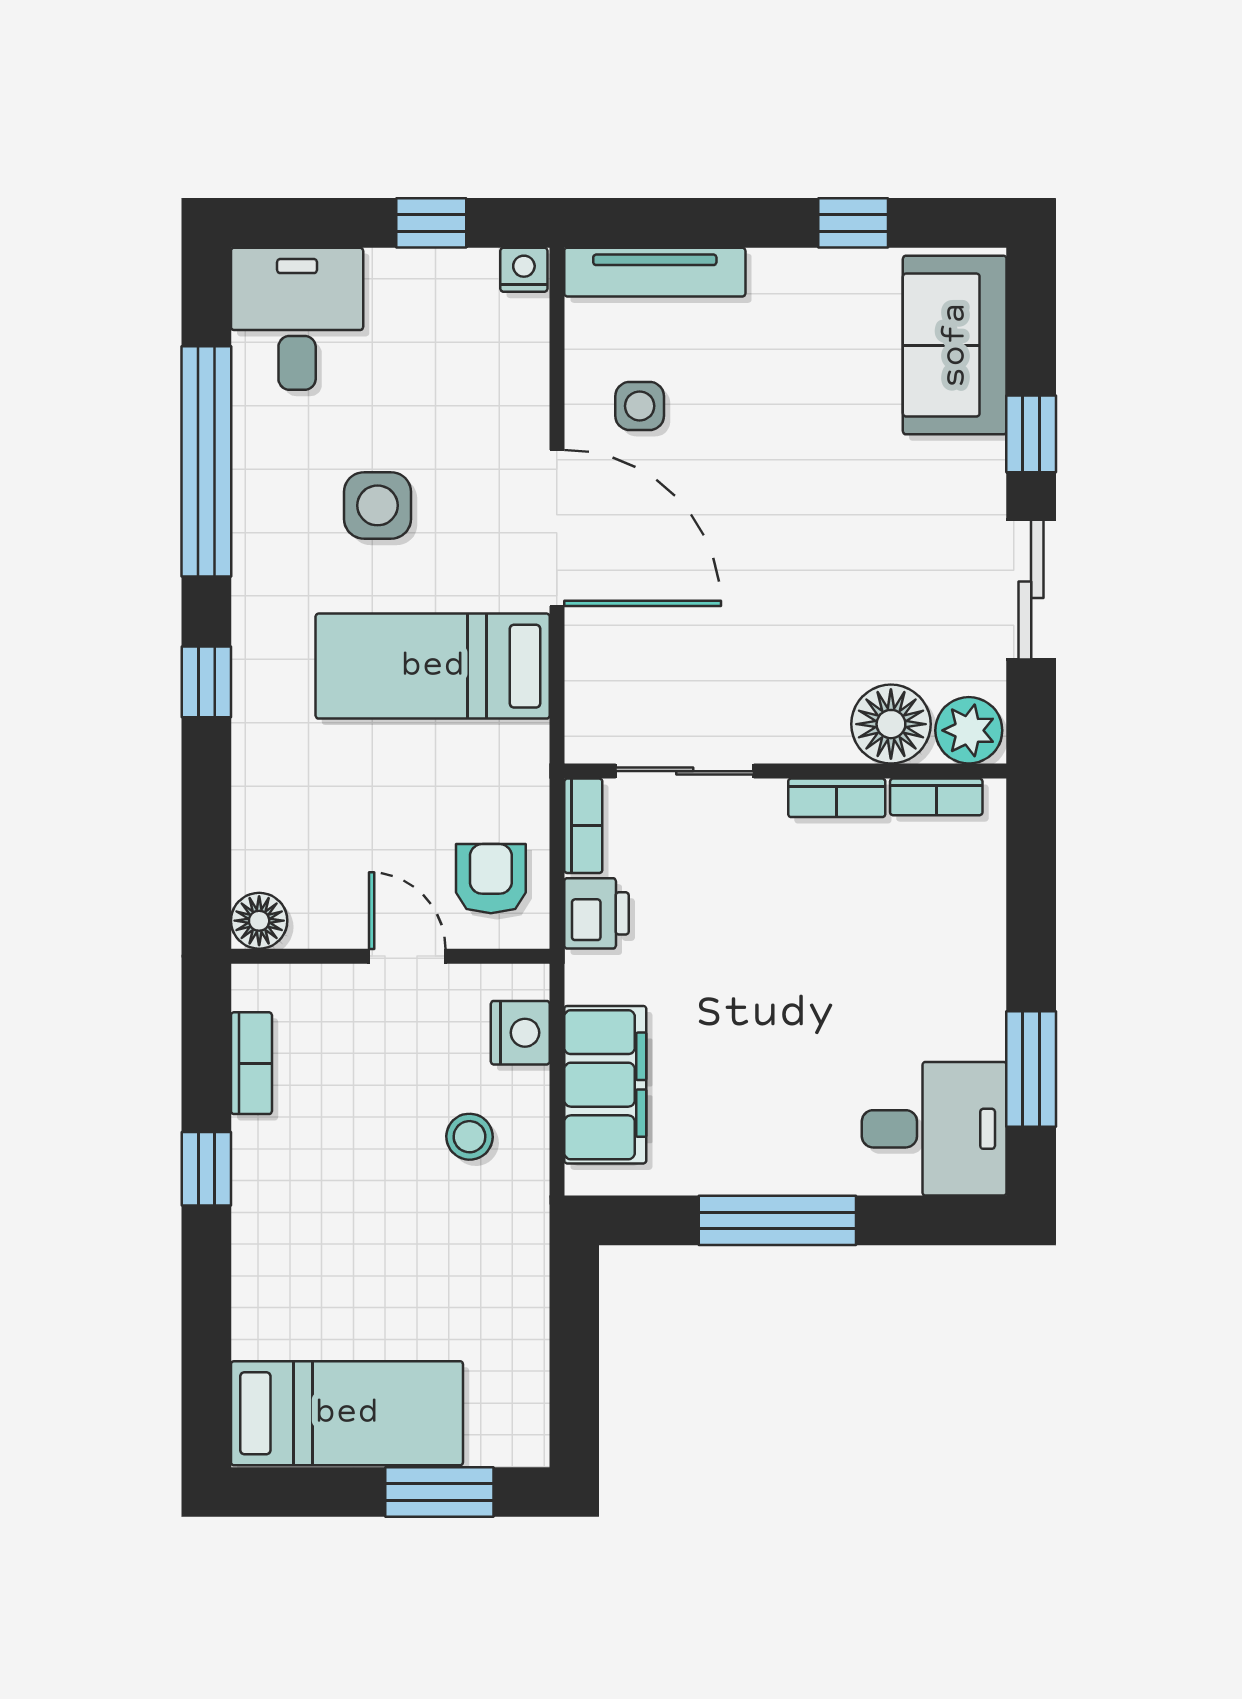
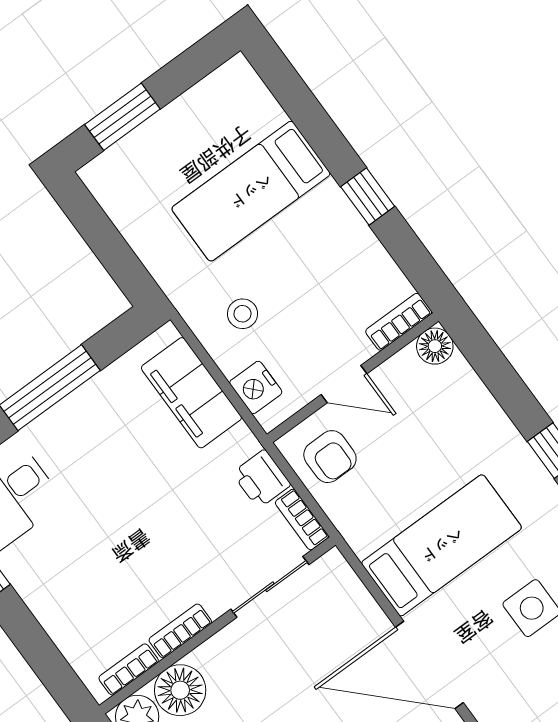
bookcase: (251, 1063) -> (399, 322), moved, turned 90
bed: (347, 1413) -> (251, 191), moved

